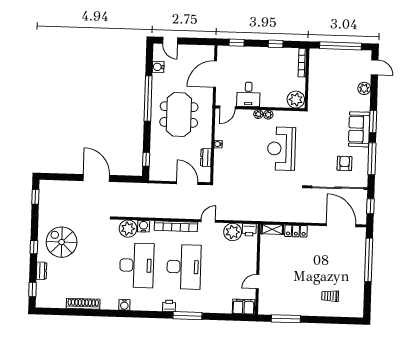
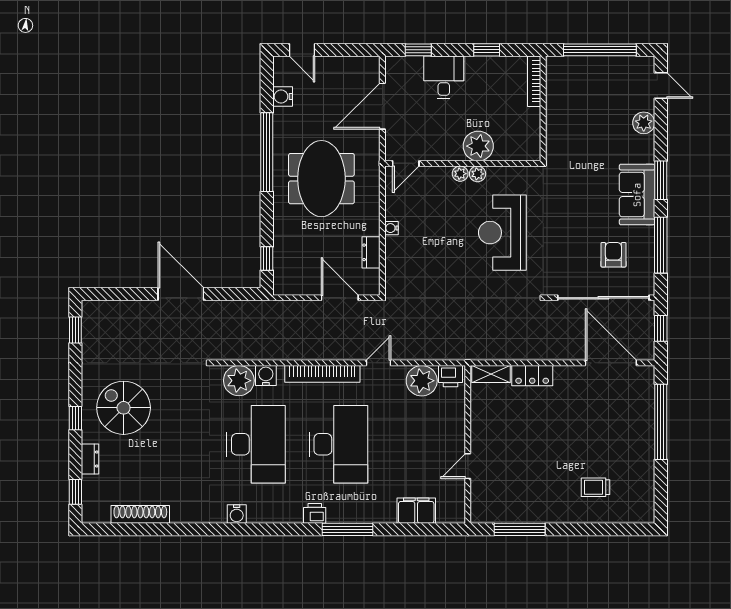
desk: (248, 94) -> (444, 77), moved, turned 180
plant: (296, 100) -> (478, 146), moved
shoe rack: (83, 304) -> (140, 514), moved
filing cabinet: (243, 307) -> (416, 511), moved

